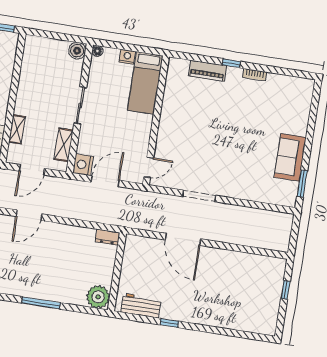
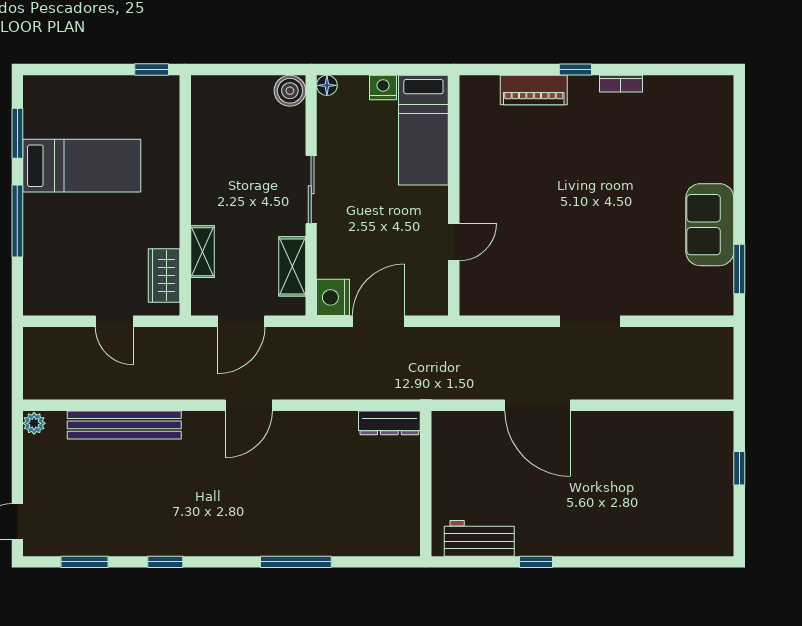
door: (149, 167) -> (454, 242), moved
doorway: (199, 196) -> (590, 321), moved
dresser: (108, 237) -> (389, 423), width x1.44
plant: (98, 297) -> (399, 535), removed

